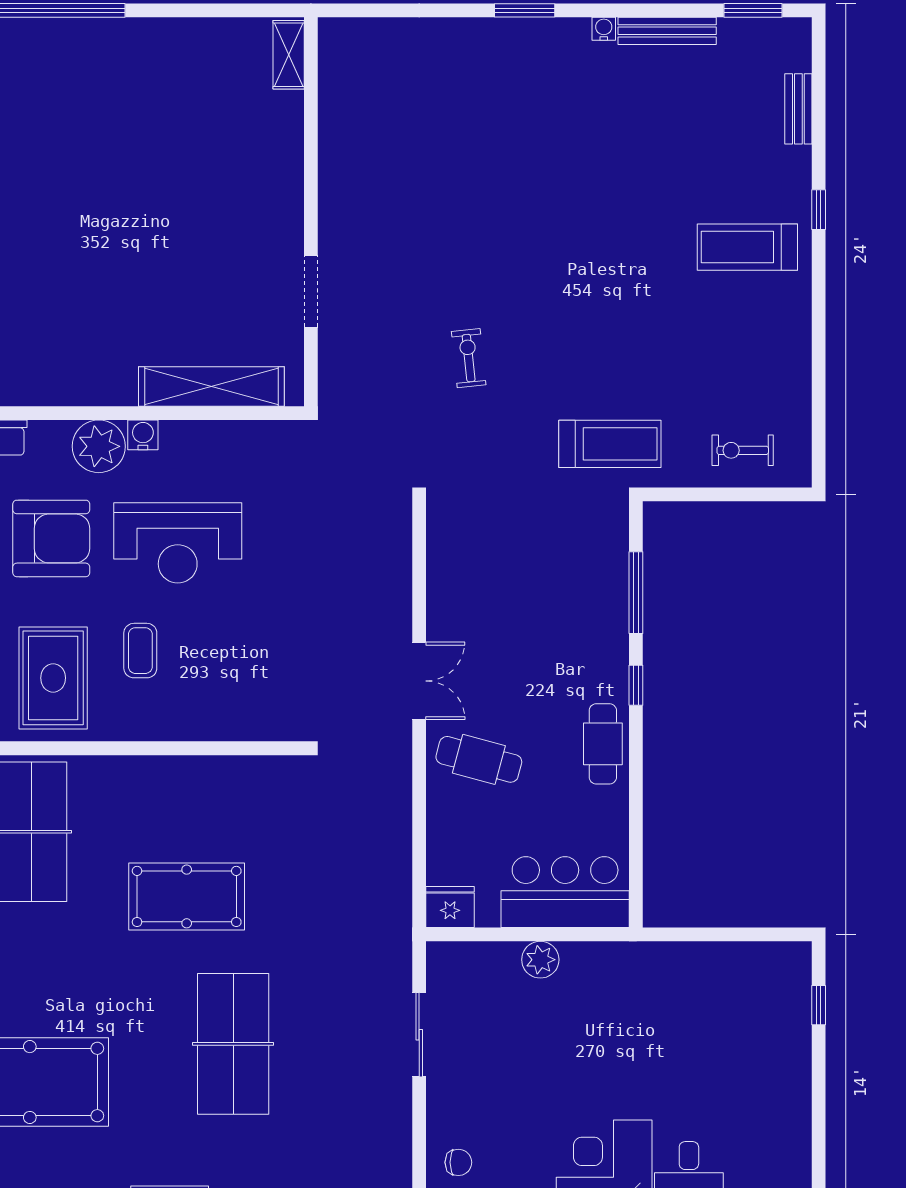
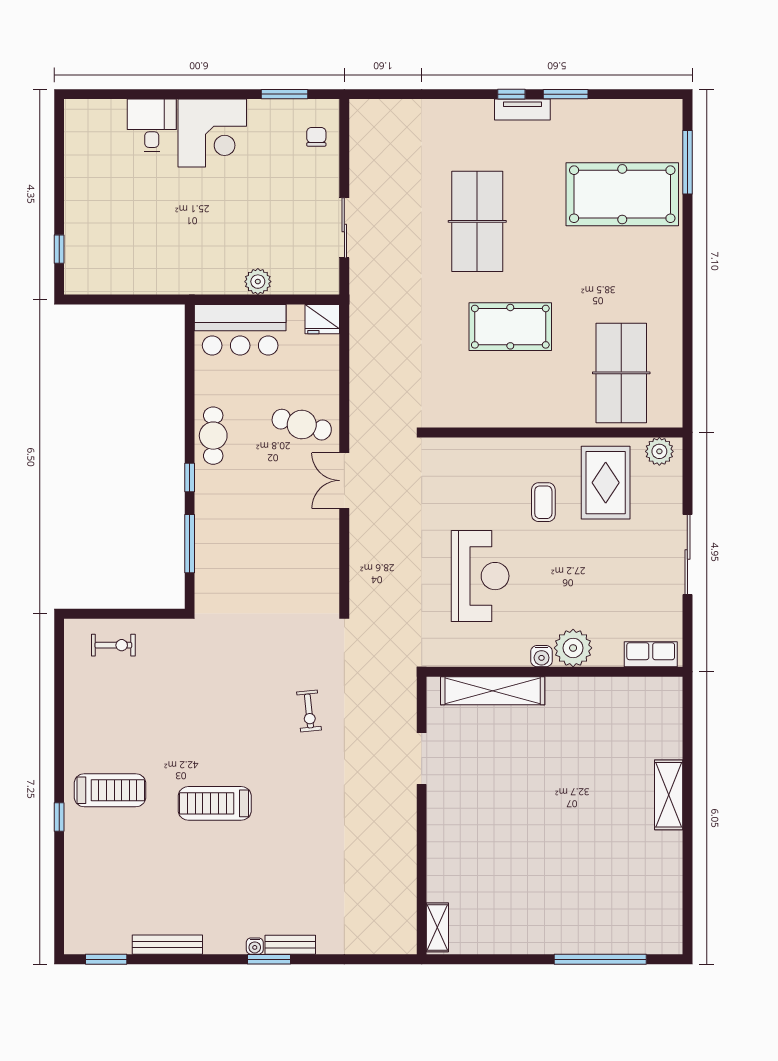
water cooler: (604, 29) -> (255, 946), moved
bench: (798, 109) -> (290, 945), moved, turned 90
treadmill: (610, 444) -> (215, 803), moved
armchair: (51, 538) -> (607, 582), removed
reception desk: (178, 543) -> (480, 576), moved, turned 90
chair: (458, 1162) -> (316, 137), turned 90

